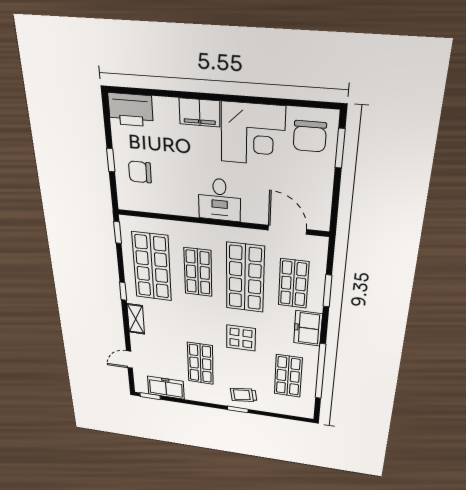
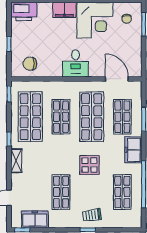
chair: (310, 136) -> (127, 19), width x0.54, depth x0.54
chair: (140, 172) -> (30, 64), moved

